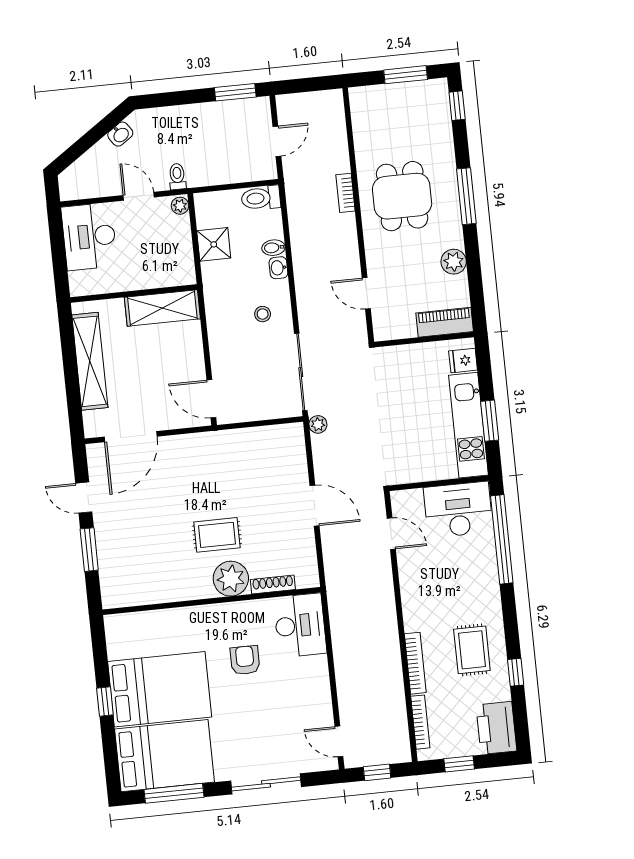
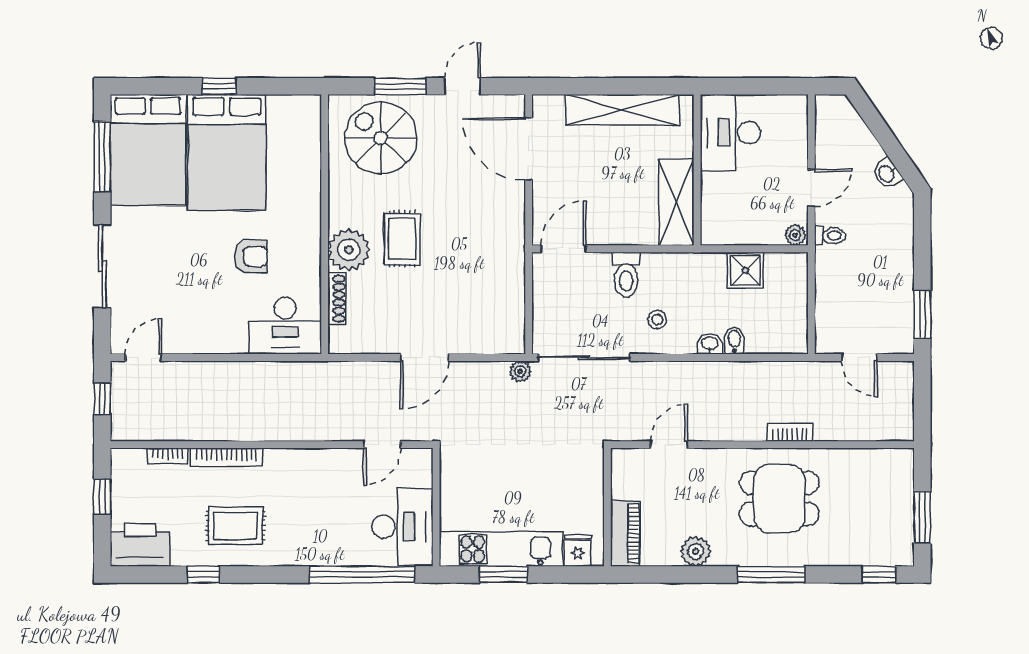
toilet: (261, 198) -> (626, 275), moved, turned 180
desk: (89, 236) -> (730, 133), moved, turned -90
spiral stairs: (134, 561) -> (381, 138), added
bookcase: (420, 722) -> (168, 456), width x0.64

